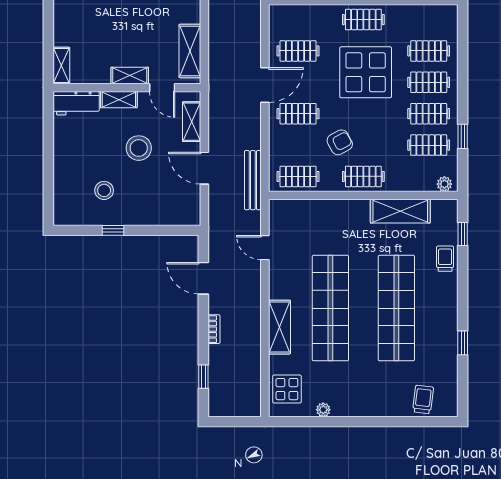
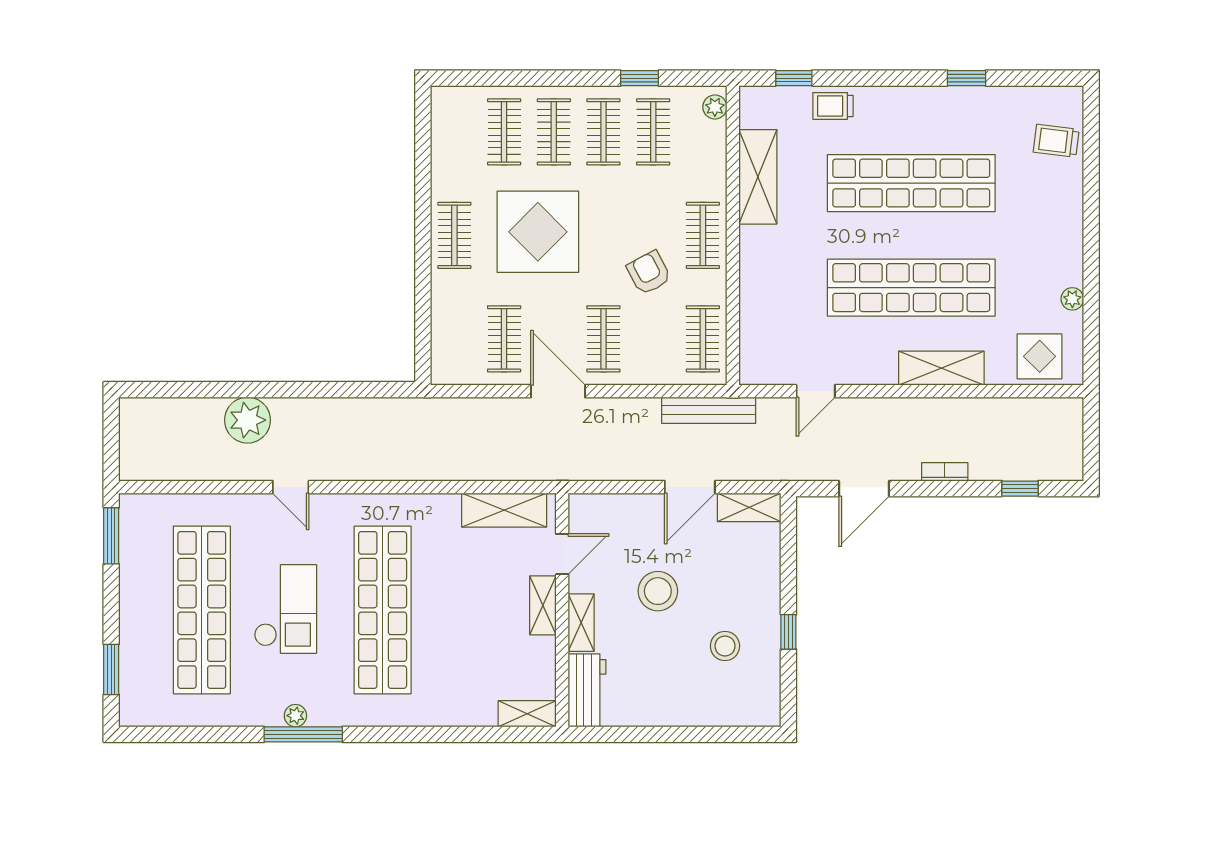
shelving: (192, 122) -> (749, 507), moved

